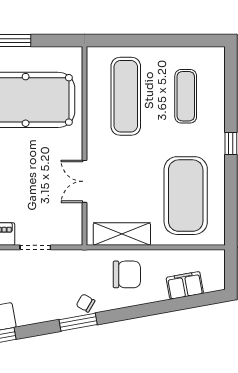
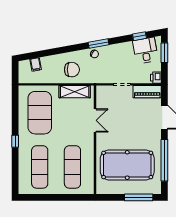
exercise mat: (186, 96) -> (40, 167), width x1.36, depth x1.45
chair: (127, 274) -> (72, 70), turned 180
filing cabinet: (185, 285) -> (36, 64), width x0.50

